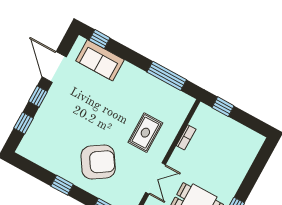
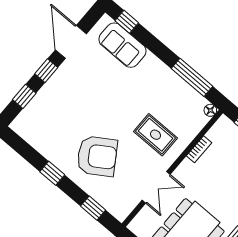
floor lamp: (189, 101) -> (210, 110), added
rug: (145, 133) -> (156, 135), turned 90

